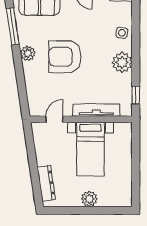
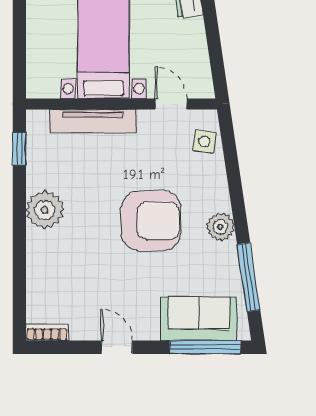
side table: (122, 33) -> (204, 142), moved
door: (54, 119) -> (171, 104), swing flipped

